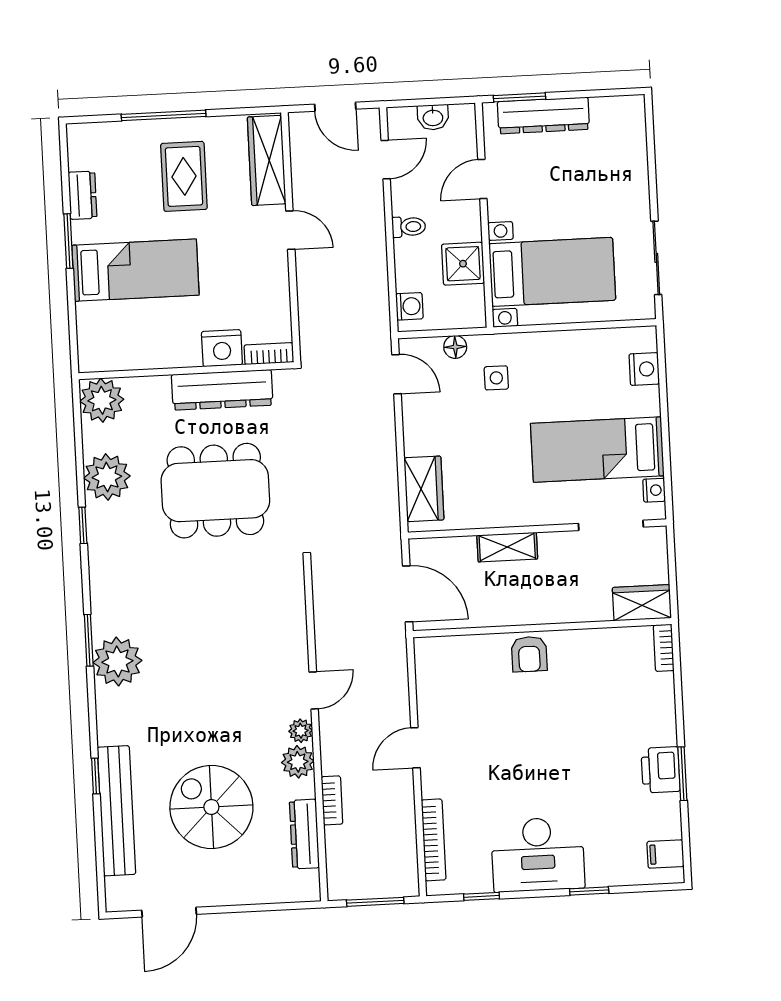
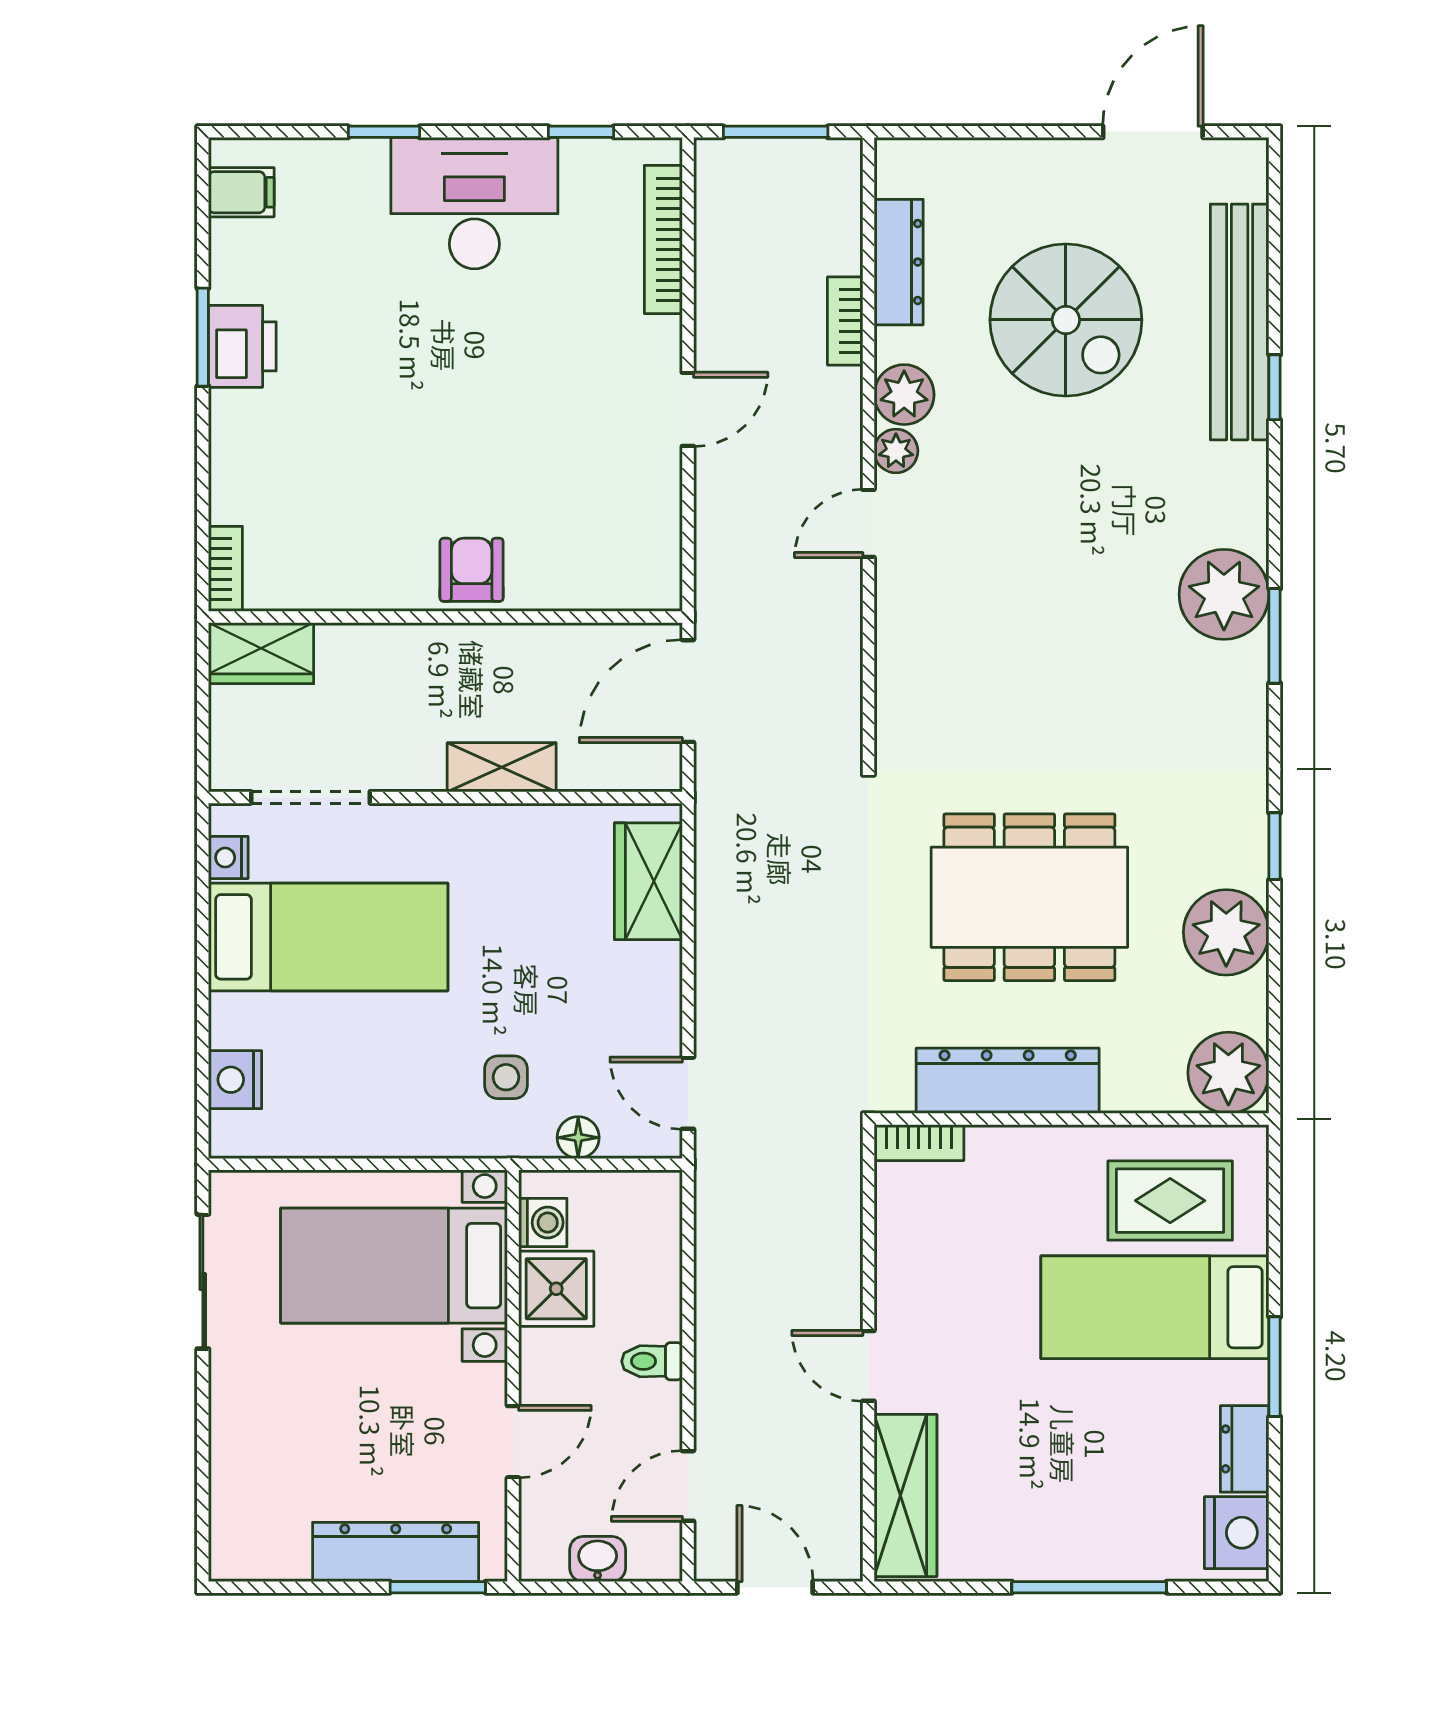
rug: (184, 176) -> (1170, 1201), moved, turned 90
washing machine: (409, 306) -> (543, 1223), moved, turned 180
nightstand: (222, 348) -> (1237, 1533), moved, turned 90
door: (408, 594) -> (688, 691), hinge flipped

